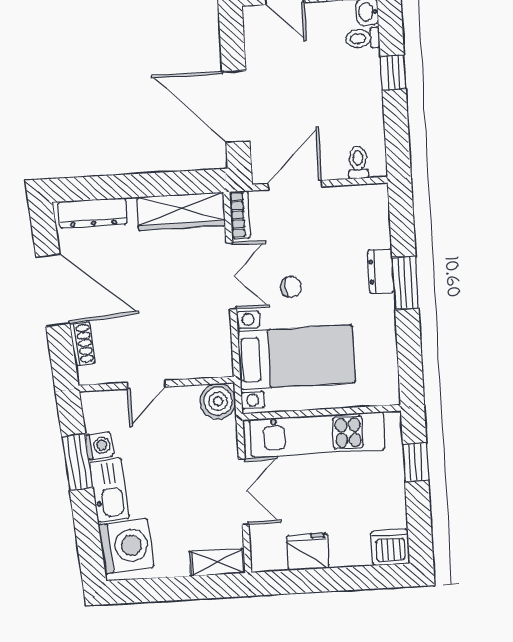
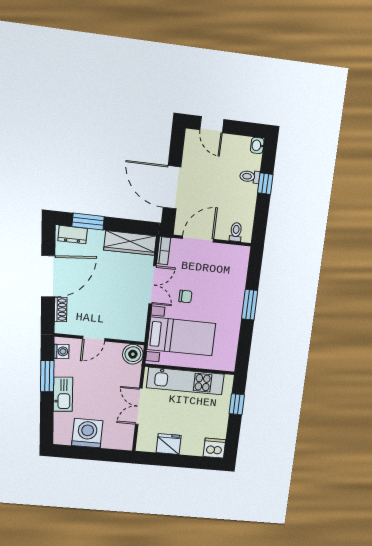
toilet: (363, 38) -> (250, 177), moved
window: (105, 187) -> (88, 221), added
dresser: (93, 213) -> (73, 235), width x0.70
dresser: (381, 271) -> (237, 296), removed
door: (53, 290) -> (48, 276), hinge flipped
washing machine: (99, 446) -> (61, 351), moved
double door: (244, 491) -> (139, 406), swing flipped
washing machine: (126, 546) -> (87, 433), moved, turned -85
shelving: (217, 562) -> (117, 443), removed

